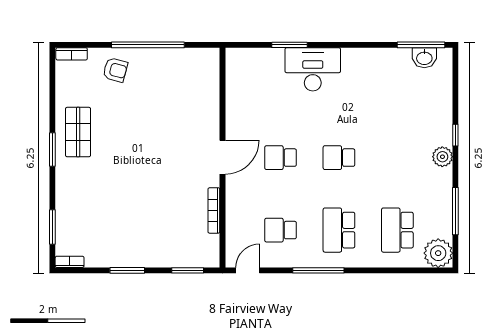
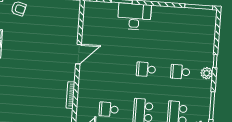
washbasin: (424, 58) -> (200, 14), removed
door: (223, 157) -> (78, 54), moved
school desk: (281, 158) -> (180, 72), moved

